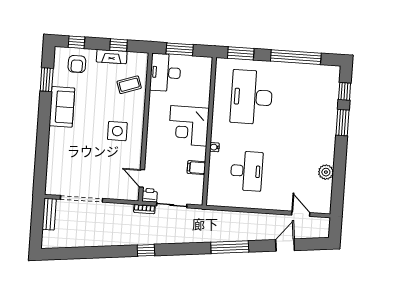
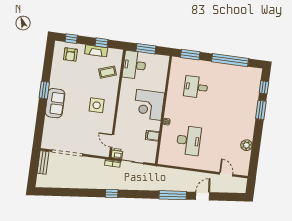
window: (47, 80) -> (44, 90), moved
desk: (252, 97) -> (196, 87), width x0.53, depth x0.77
sofa: (62, 107) -> (55, 103), moved
door: (285, 245) -> (203, 196), moved

